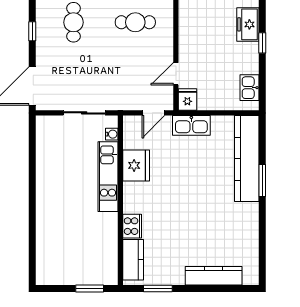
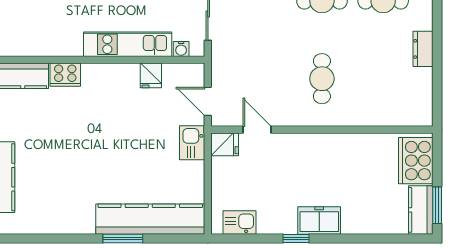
kitchen sink: (191, 125) -> (192, 143), width x0.73
fridge: (136, 165) -> (151, 75), width x0.53, depth x0.75

